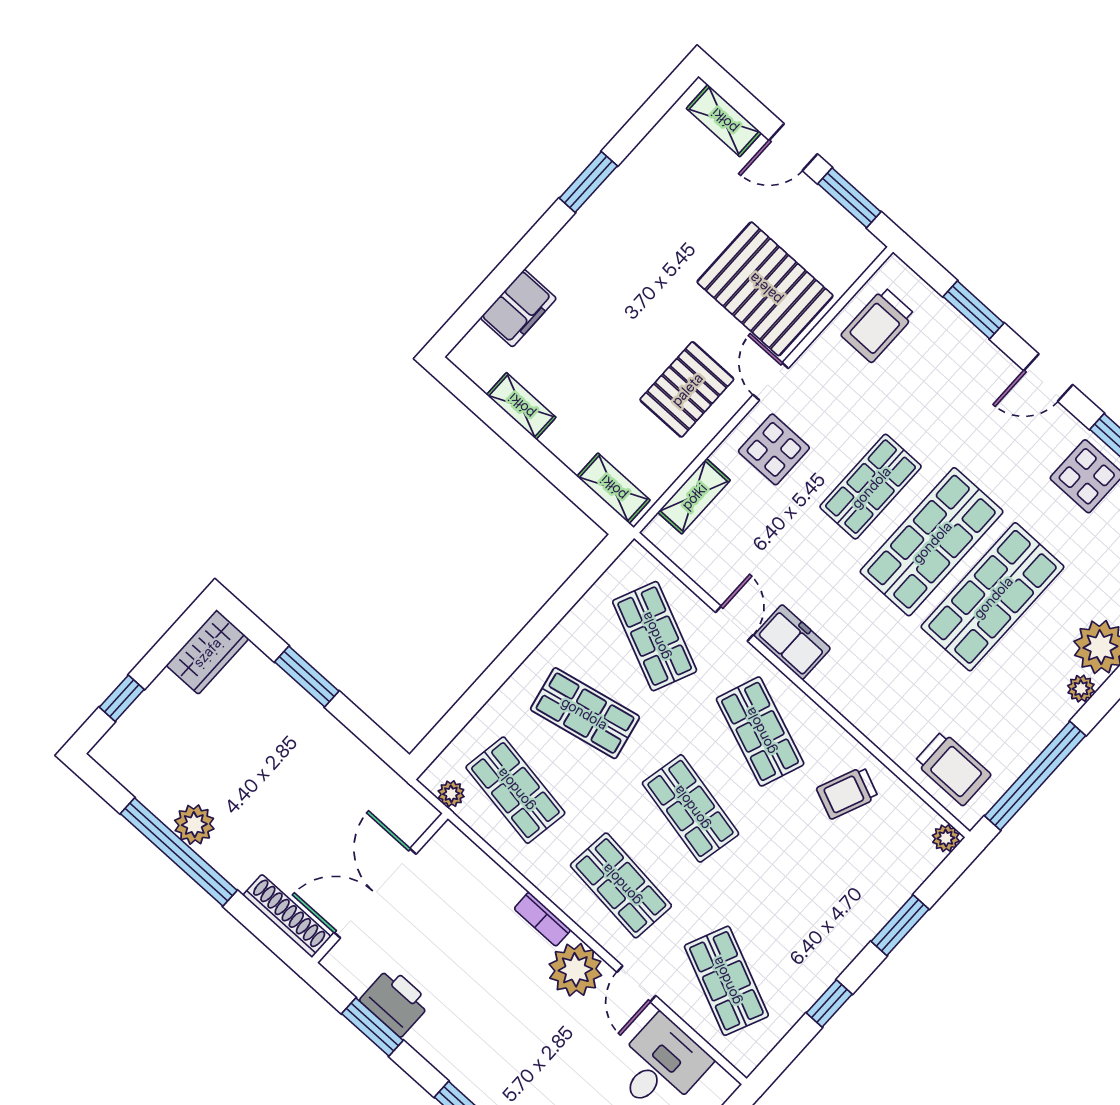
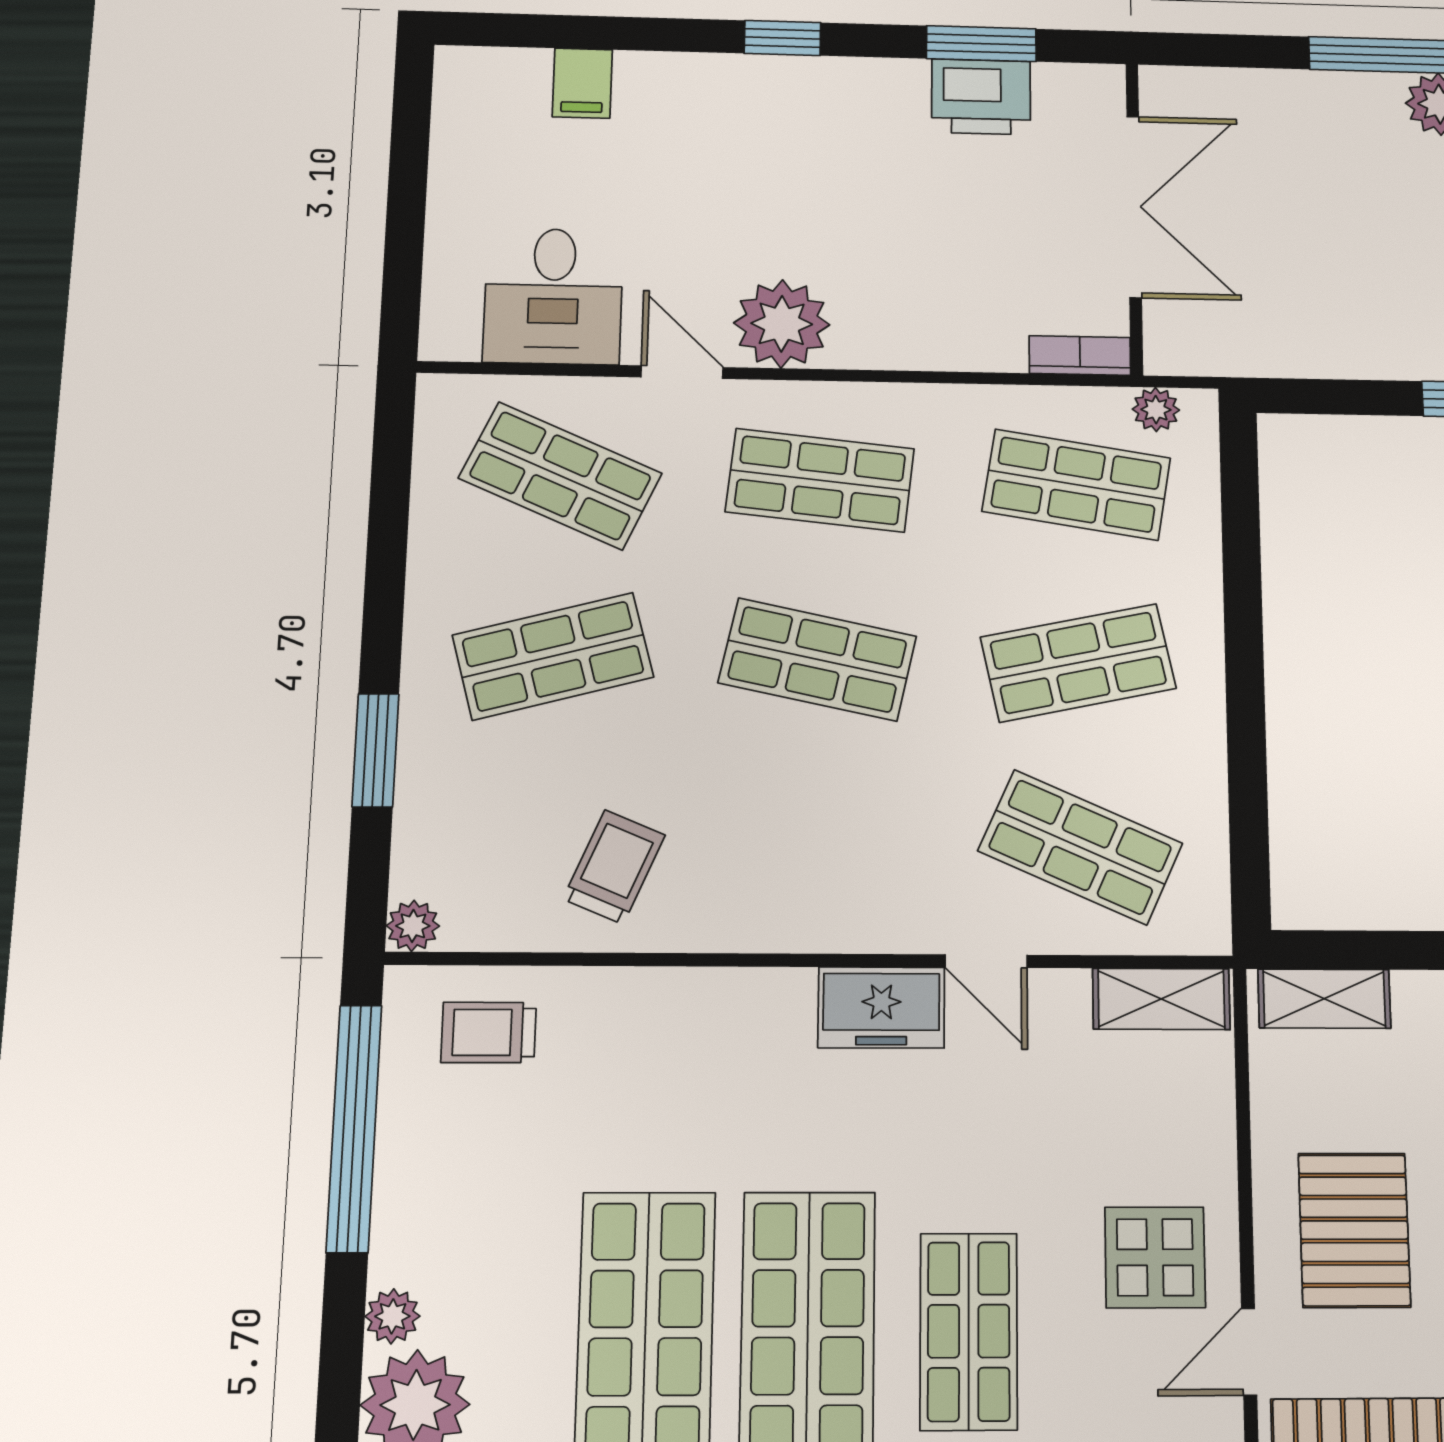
door: (771, 382) -> (1249, 1352), swing flipped
shelving: (694, 496) -> (1161, 999), moved, turned 90
shop shelf: (760, 731) -> (553, 656), moved, turned -36
trolley: (953, 768) -> (489, 1032), width x0.73, depth x0.72
shoe rack: (287, 916) -> (1218, 89), removed
bookcase: (542, 919) -> (1080, 355), moved
window: (829, 1004) -> (386, 563), removed

